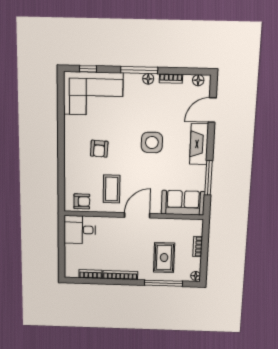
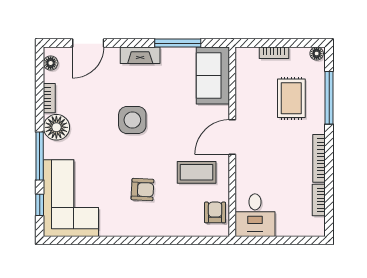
window: (139, 70) -> (40, 156), moved
floor lamp: (148, 79) -> (56, 127), width x1.89, depth x1.89
door: (212, 110) -> (88, 43), hinge flipped
fireplace: (199, 144) -> (140, 55), width x0.73, depth x0.76
door: (137, 215) -> (232, 137), hinge flipped
rug: (164, 258) -> (291, 98), turned 90

